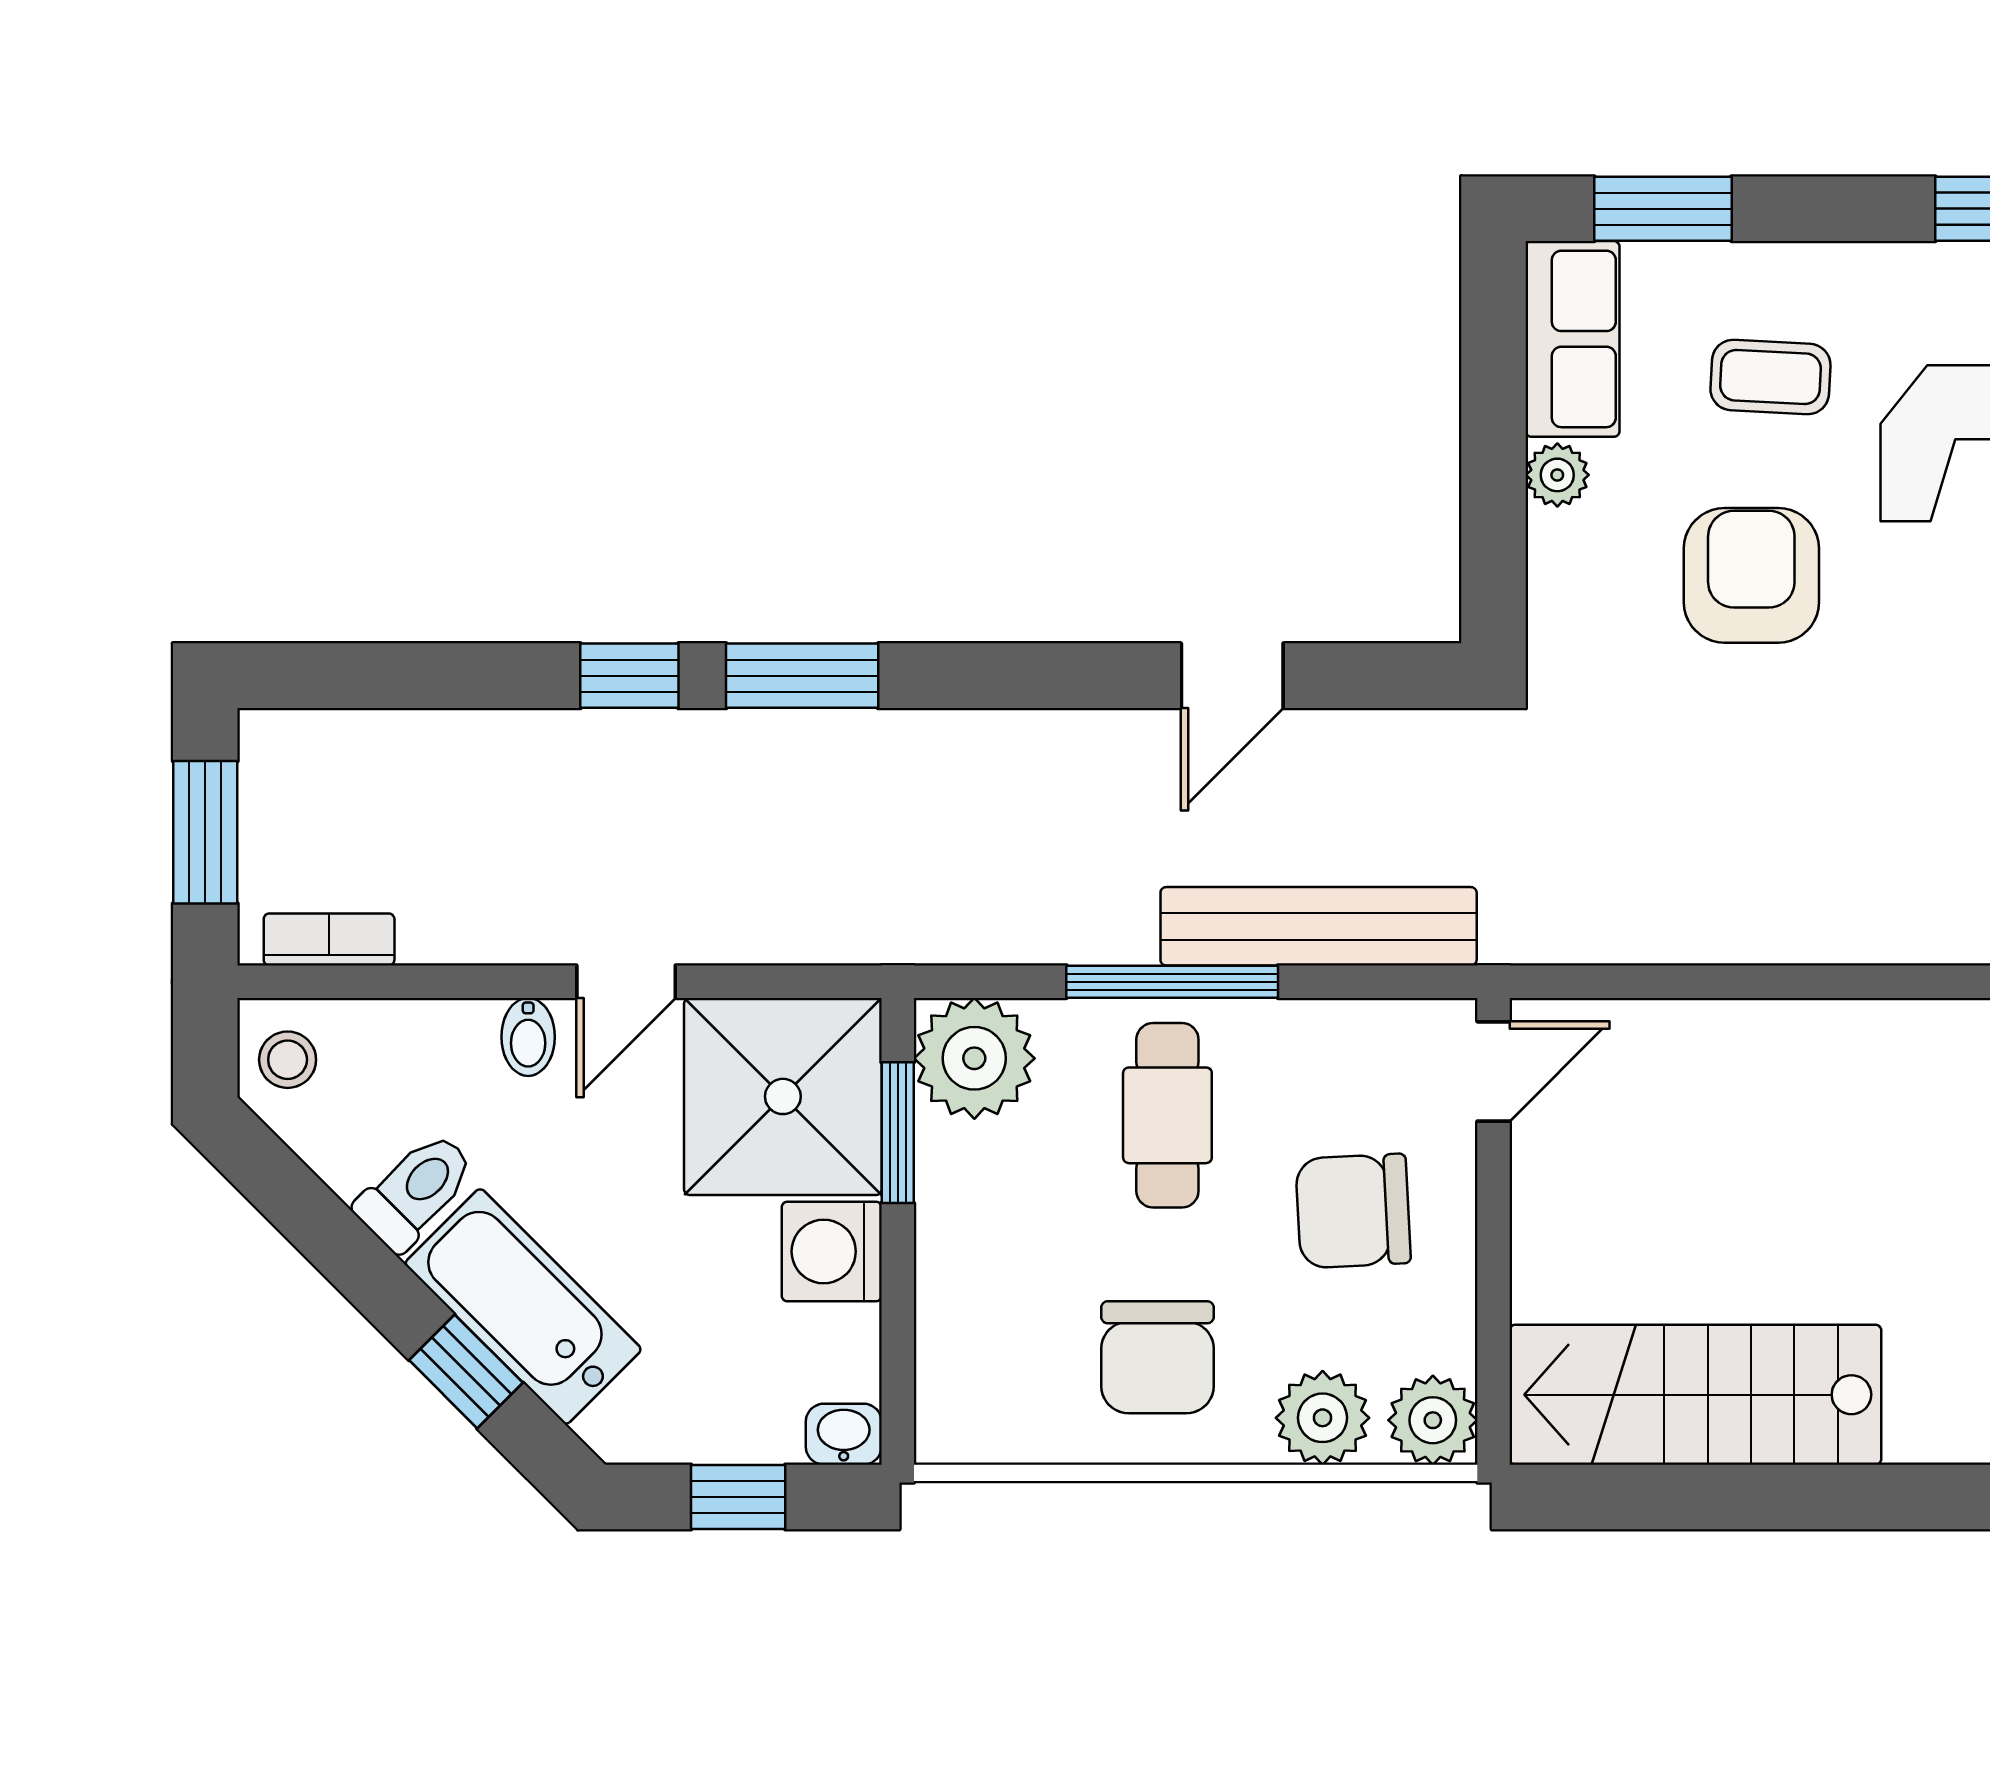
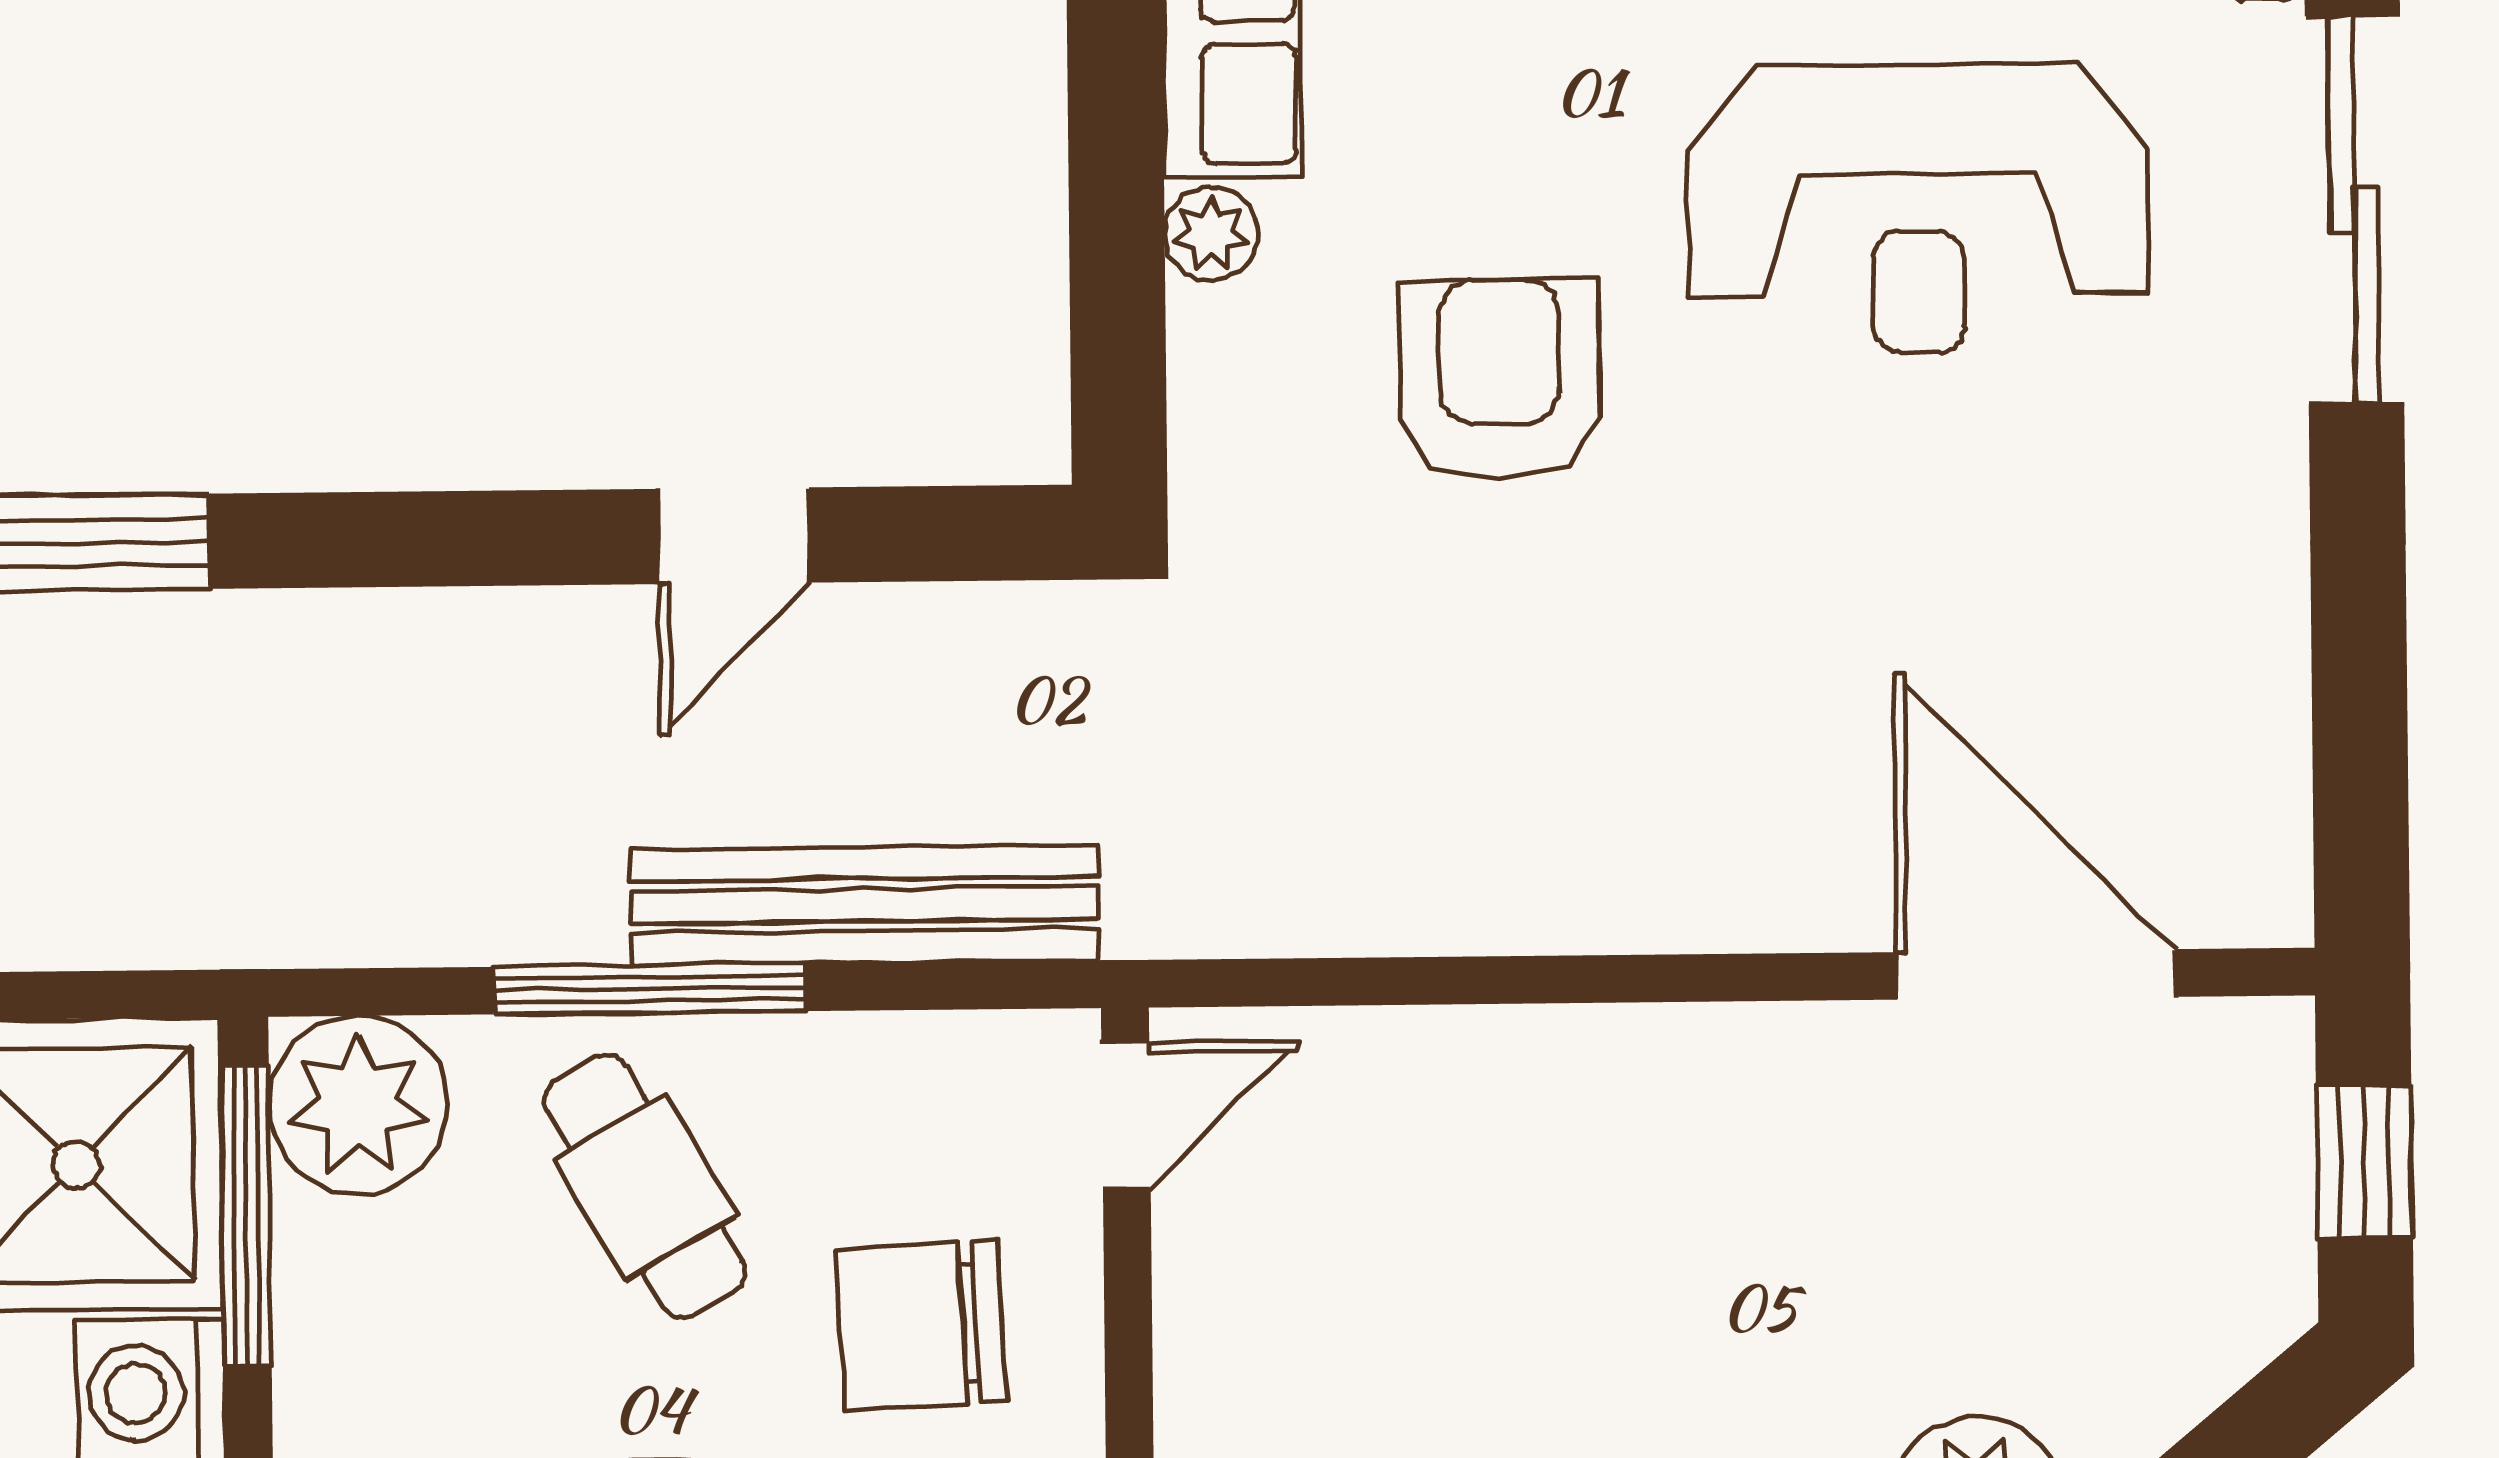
coffee table: (1770, 377) -> (1525, 86), removed
cafe table: (1167, 1115) -> (645, 1187), turned -30
window: (898, 1133) -> (246, 1216), width x1.44

